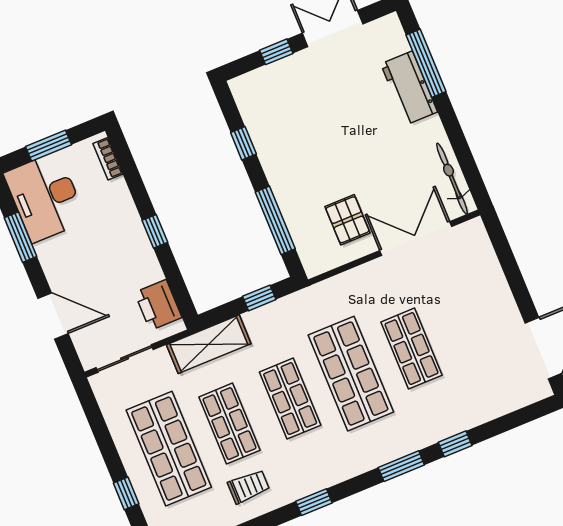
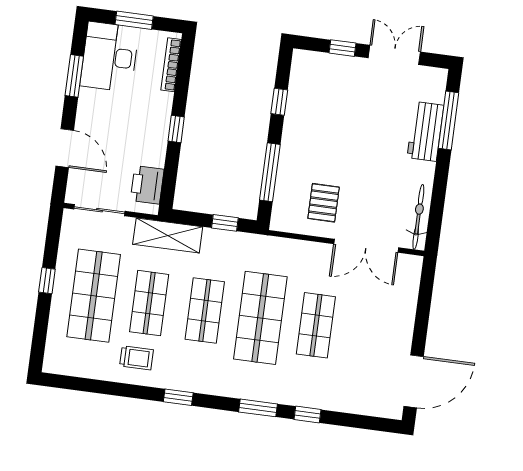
bookcase: (108, 159) -> (171, 65), width x1.56
double door: (416, 238) -> (366, 246), swing flipped
window: (126, 493) -> (47, 281), moved

